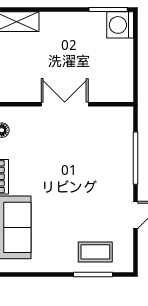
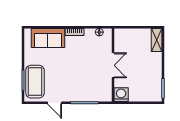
washing machine: (120, 25) -> (121, 95), moved
coffee table: (95, 252) -> (35, 82), width x1.86, depth x1.72

